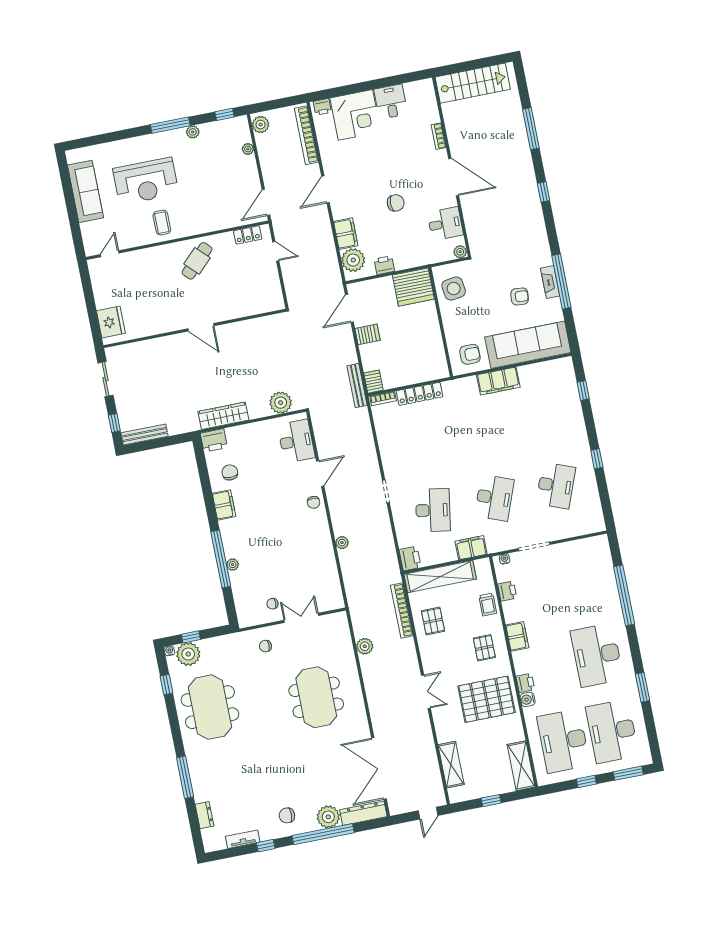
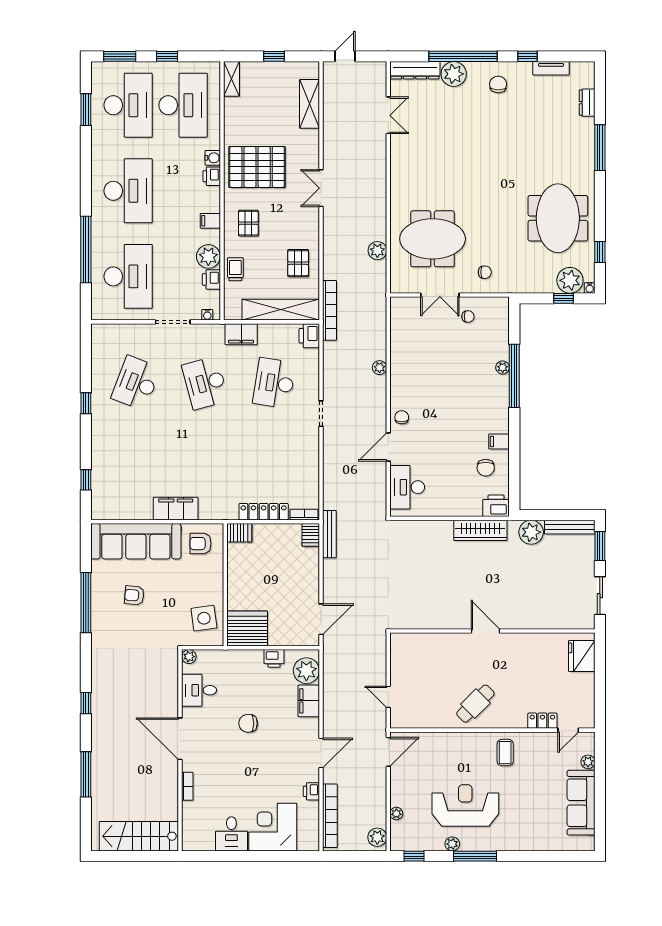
printer: (322, 107) -> (311, 791), moved, turned -90
reception desk: (146, 181) -> (465, 806), moved
plant: (87, 229) -> (588, 762), added
locker: (248, 235) -> (542, 721), moved
fireplace: (550, 282) -> (98, 604), removed
server rack: (367, 334) -> (239, 533), moved, turned 180
plant: (281, 403) -> (531, 532), moved
window: (114, 423) -> (600, 546), width x1.50
desk: (494, 498) -> (205, 383), turned -36
filing cabinet: (224, 505) -> (499, 441), width x0.50
desk: (582, 579) -> (128, 276), added
bookcase: (402, 611) -> (330, 310), moved
plant: (514, 611) -> (208, 256), added
filing cabinet: (517, 636) -> (210, 221), width x0.50
window: (642, 687) -> (86, 110), moved
meeting table: (316, 697) -> (433, 239), moved, turned 90
shelving: (521, 766) -> (231, 79), width x0.67, depth x0.75
double door: (379, 768) -> (388, 115), width x0.54
chair: (287, 815) -> (498, 84), turned -91

